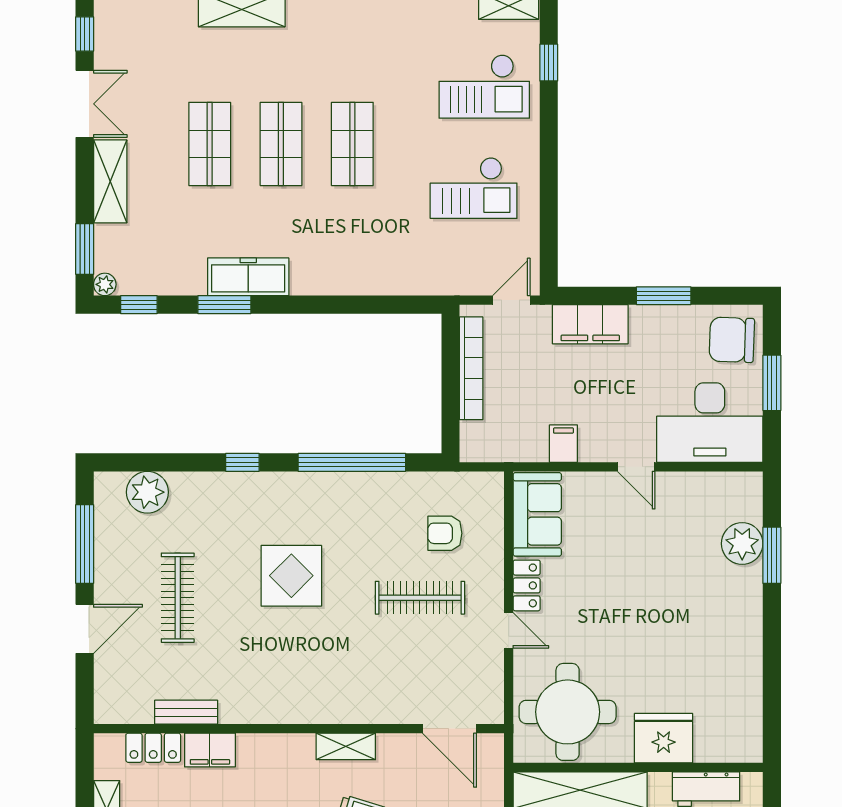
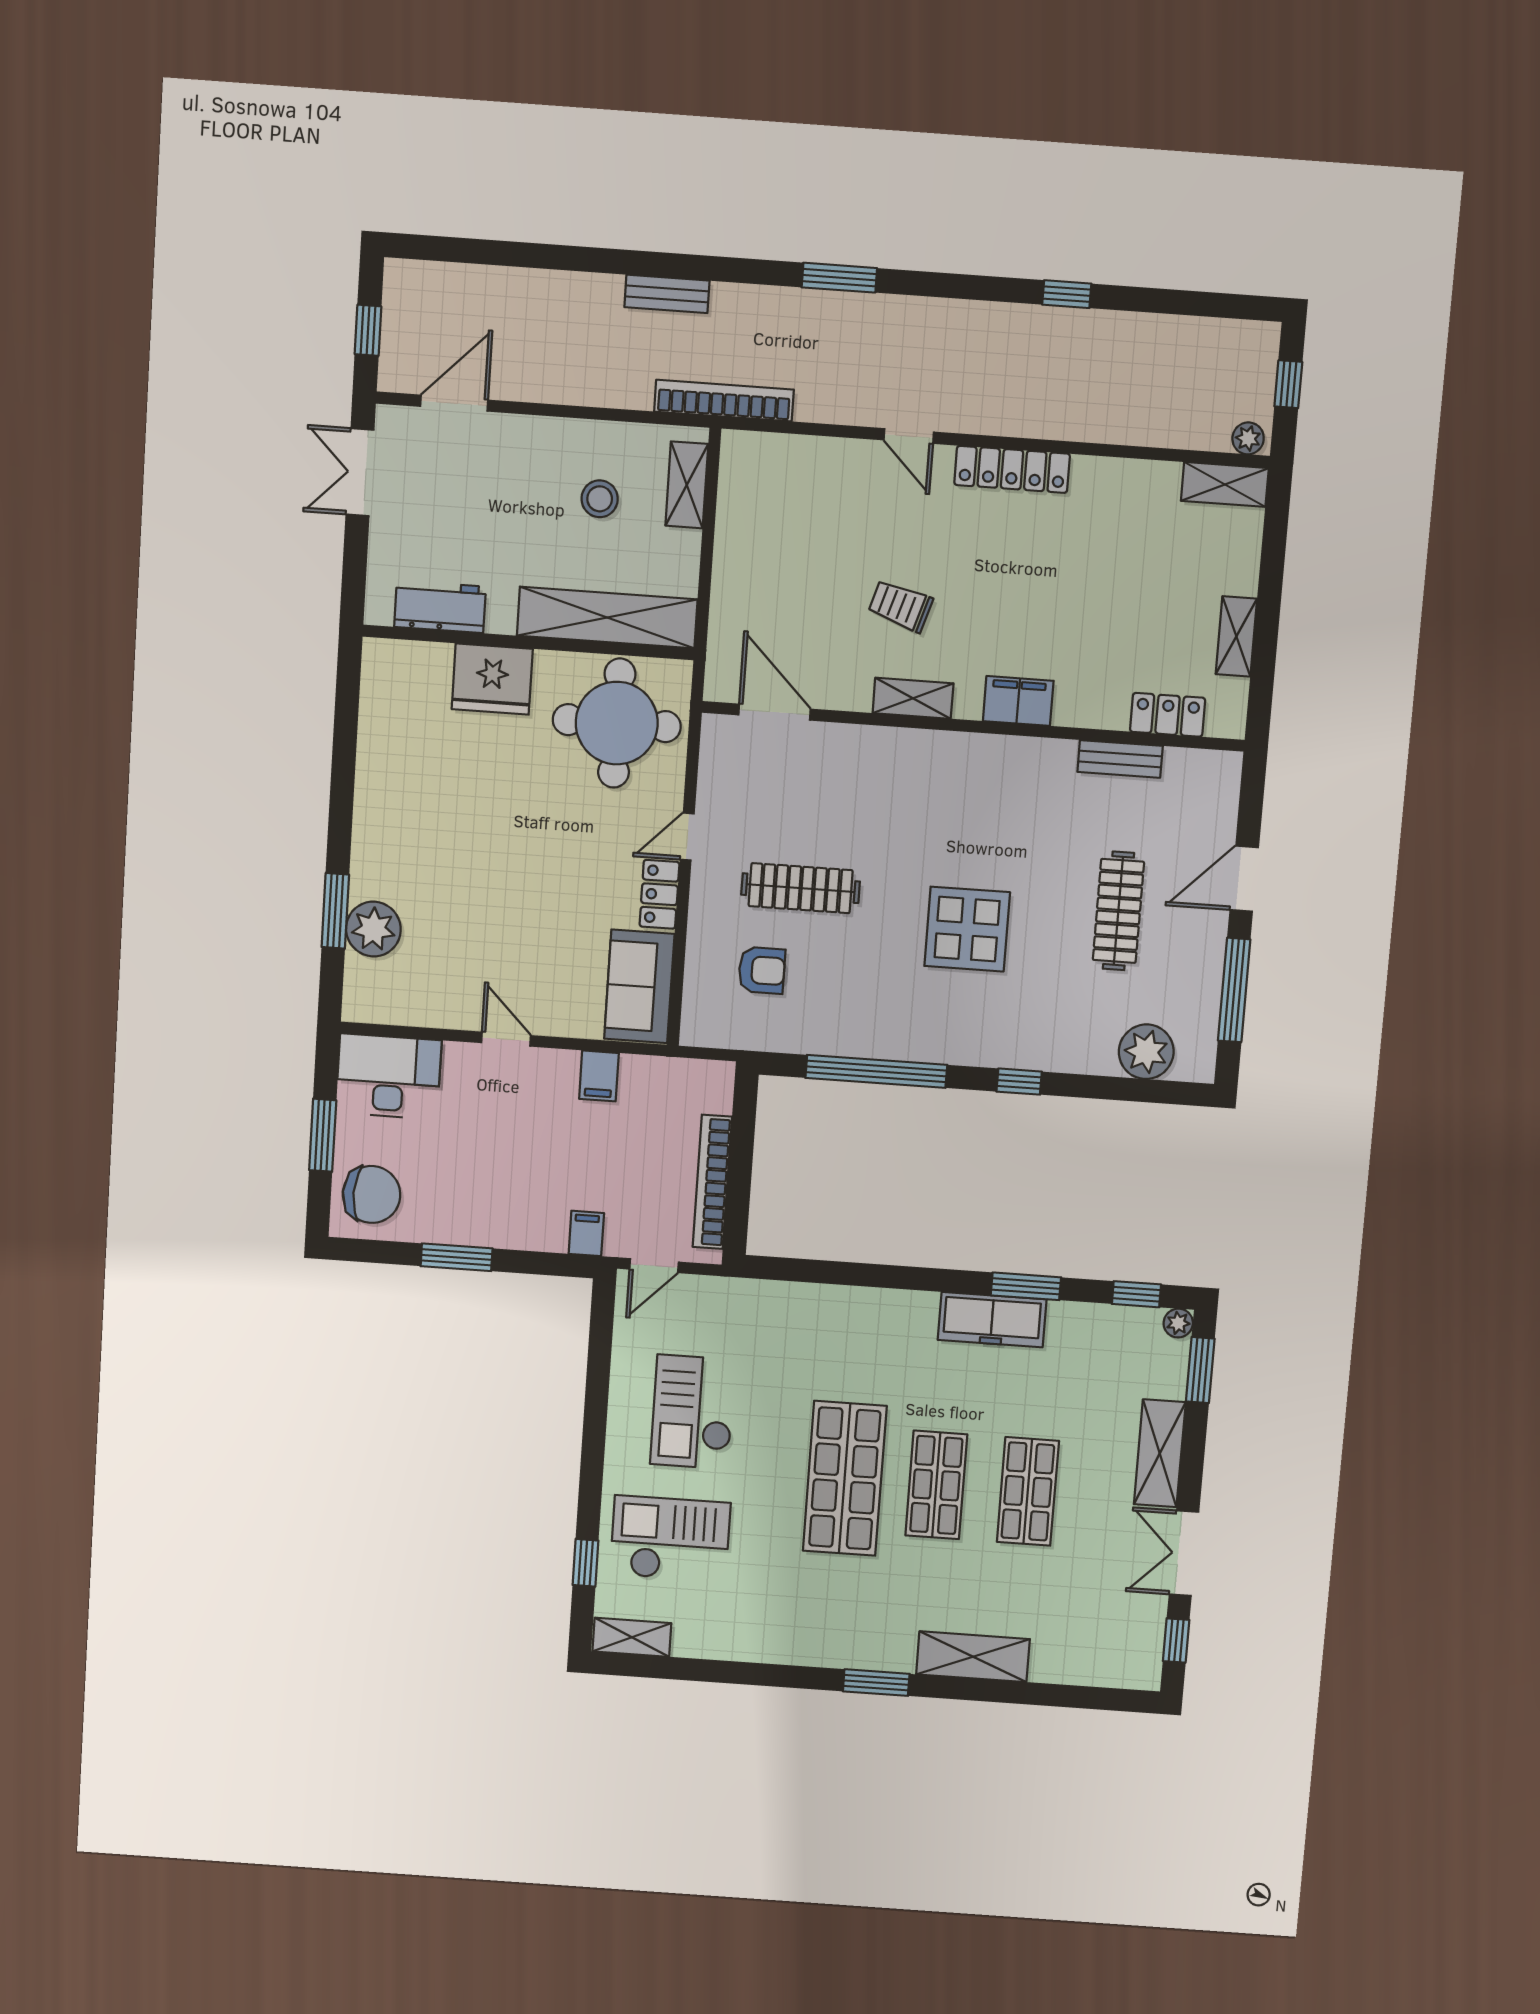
shop shelf: (352, 144) -> (845, 1478), width x1.43, depth x1.36
checkout: (474, 188) -> (693, 1412), turned -90
filing cabinet: (590, 324) -> (586, 1233), width x0.33, depth x0.86
desk: (710, 423) -> (389, 1076), width x0.73, depth x0.77
door: (509, 630) -> (687, 837), hinge flipped
filing cabinet: (210, 750) -> (1018, 701), moved

